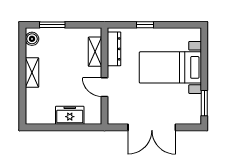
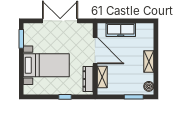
door: (104, 87) -> (95, 51), width x1.88
freezer: (70, 115) -> (121, 30), width x1.40

